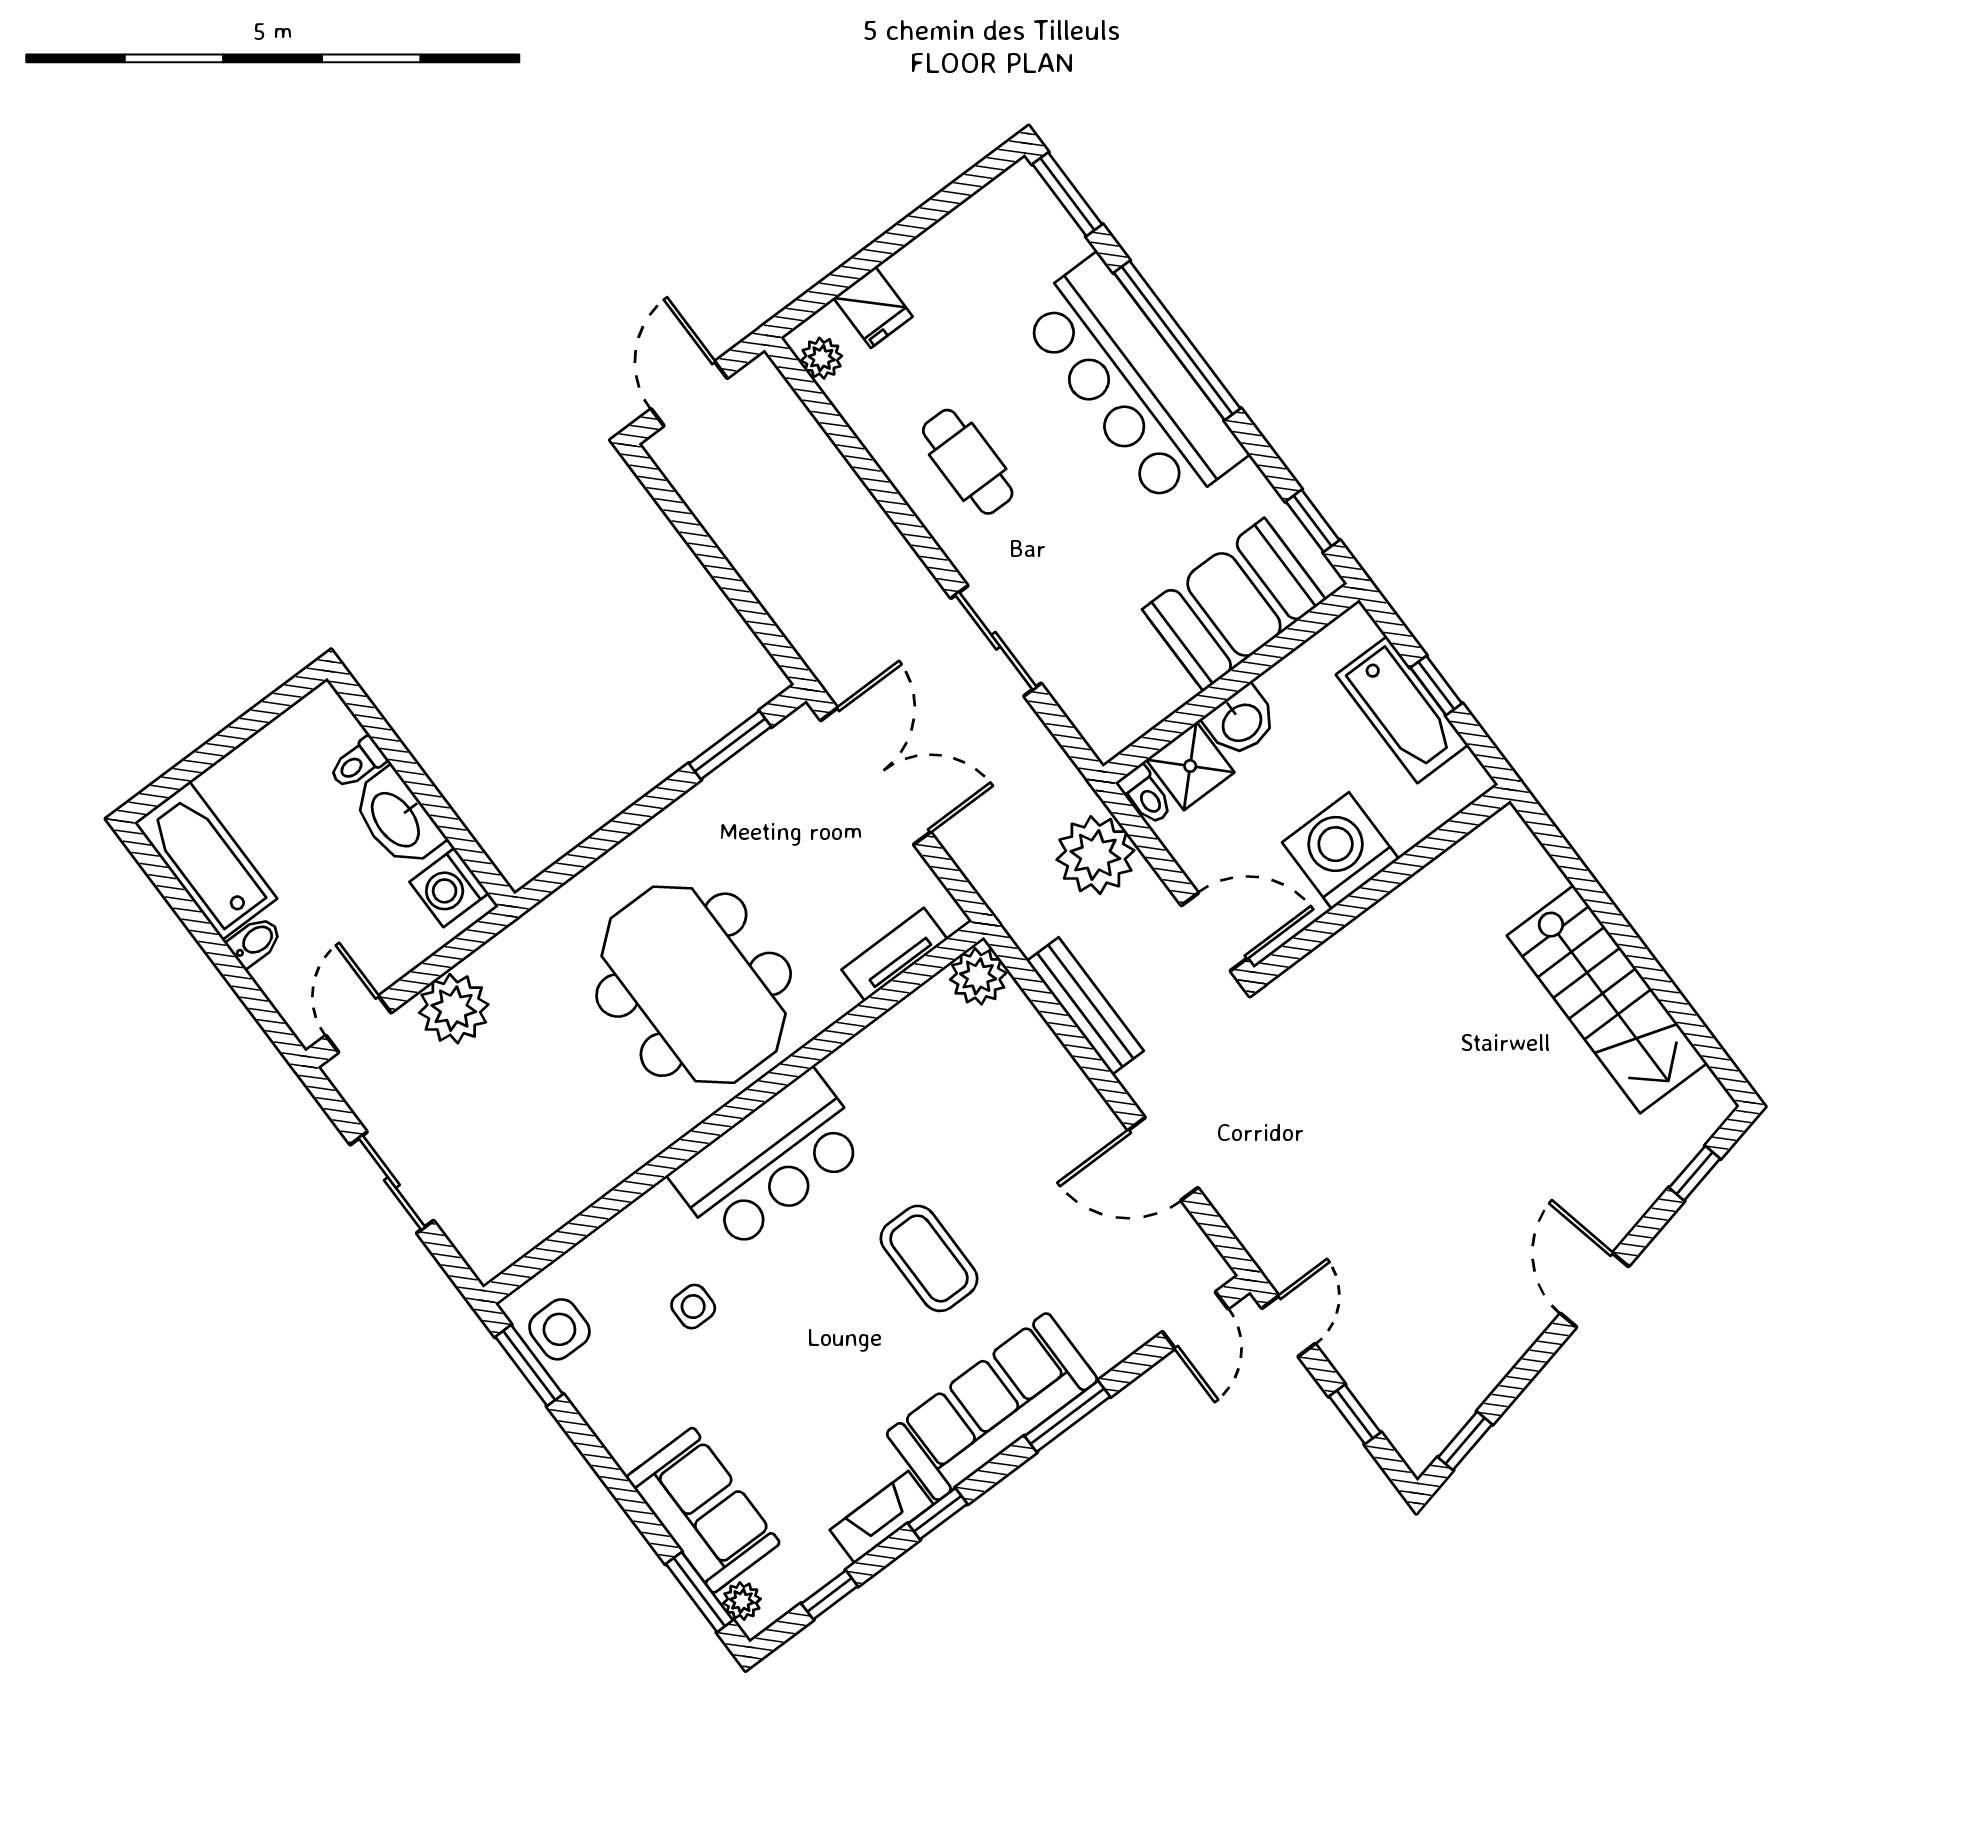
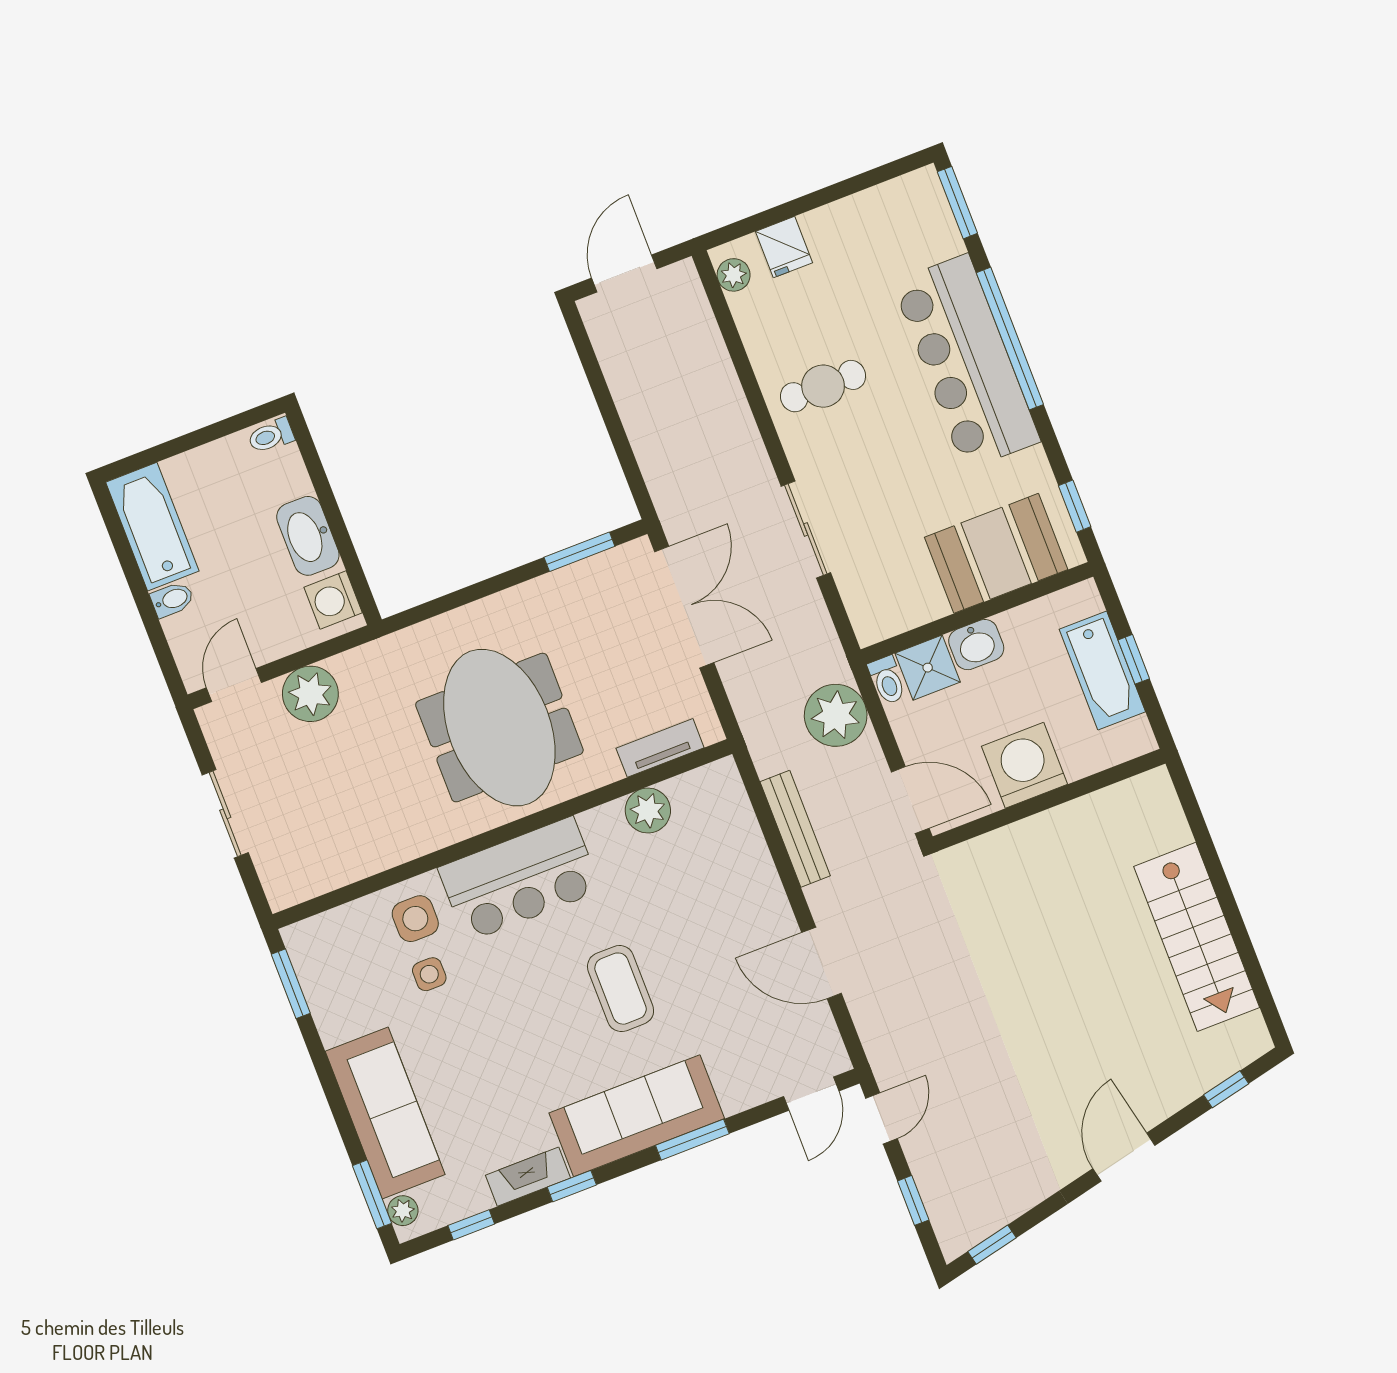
cafe table: (968, 462) -> (823, 386), turned 90
toilet: (358, 763) -> (271, 436), moved
plant: (978, 976) -> (648, 810), moved
side table: (559, 1329) -> (415, 919), moved
sofa: (703, 1510) -> (385, 1113), width x1.36

